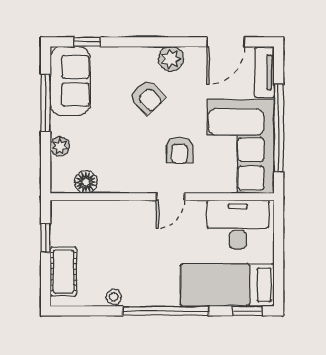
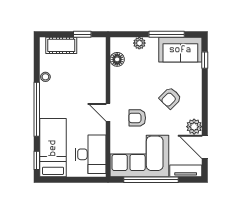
plant: (171, 59) -> (194, 127), moved

